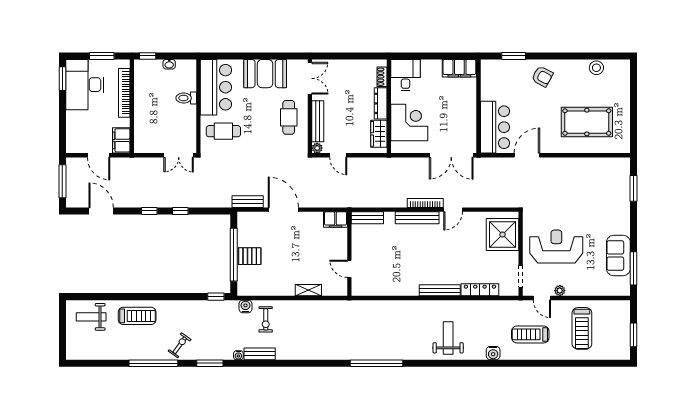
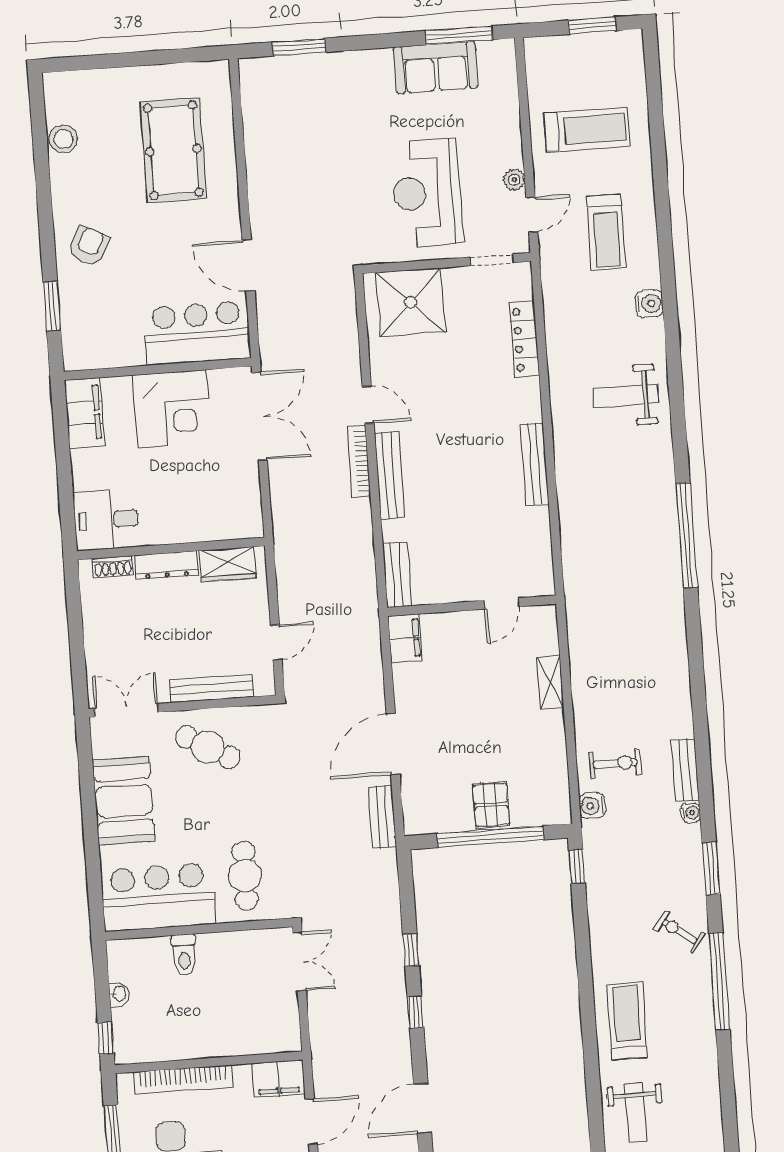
cafe table: (289, 117) -> (208, 747), turned 30
corner desk: (409, 123) -> (172, 409), moved, turned 180
plant: (317, 148) -> (265, 686), removed
bench: (440, 290) -> (535, 464), moved

